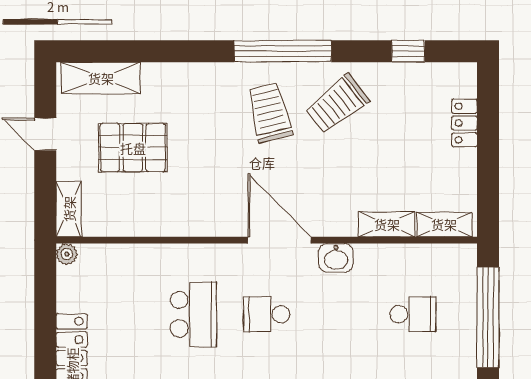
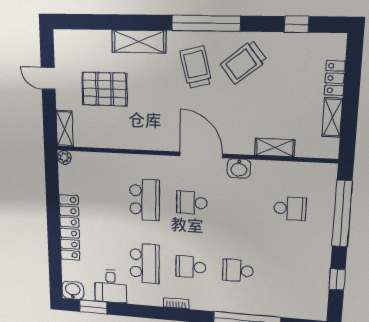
shelving: (101, 78) -> (139, 42), moved
shelving: (444, 224) -> (332, 118), moved, turned 90

